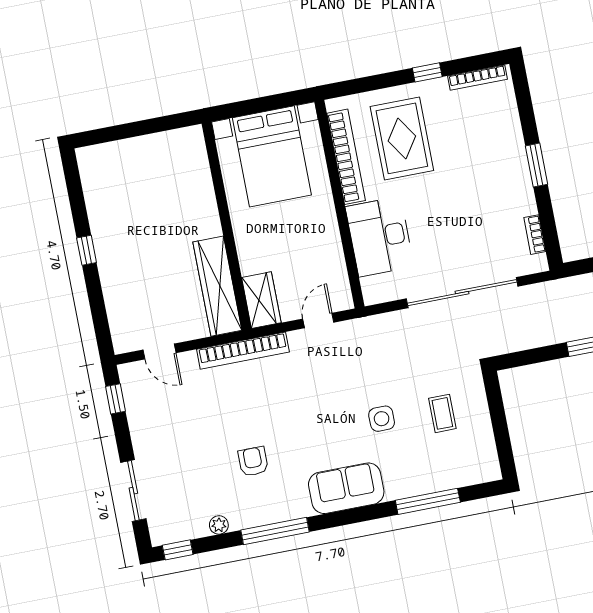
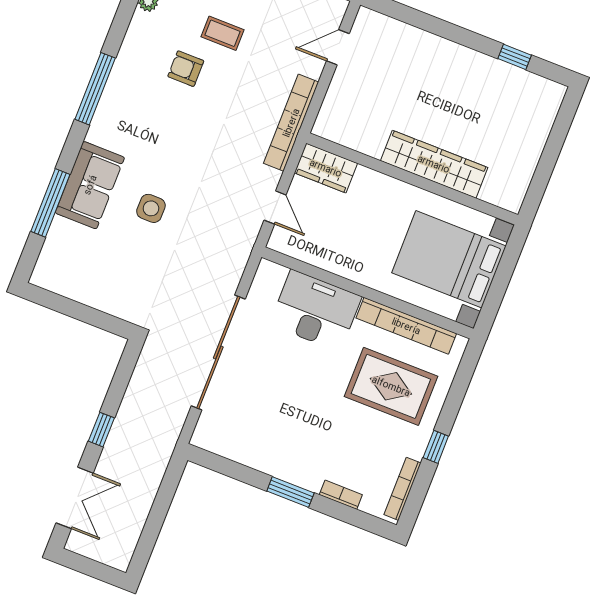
bookcase: (535, 235) -> (341, 495), moved
window: (87, 250) -> (515, 57), moved
wardrobe: (217, 286) -> (434, 164), moved
coffee table: (442, 413) -> (222, 33), moved
armchair: (253, 461) -> (186, 69), turned 180
sofa: (346, 488) -> (90, 185), moved
window: (275, 531) -> (95, 89), moved

